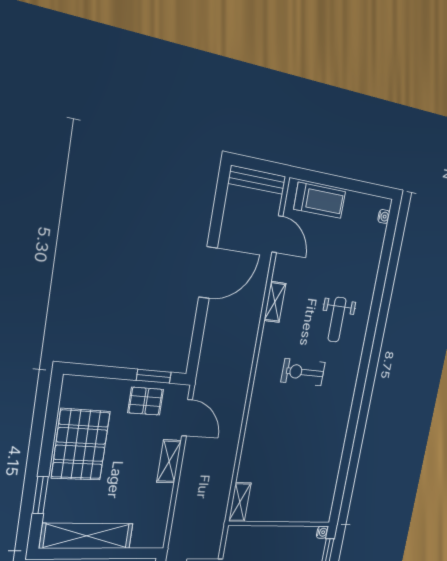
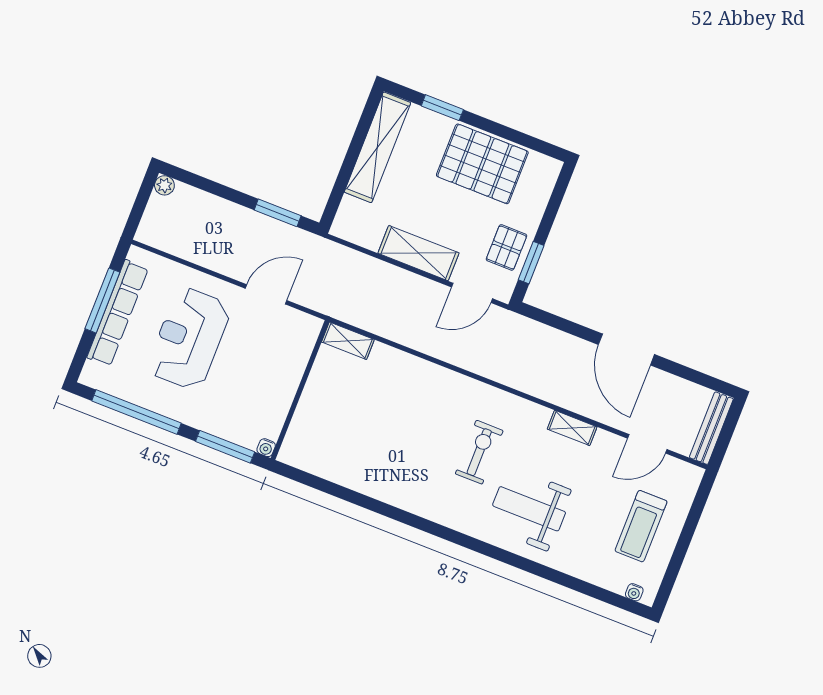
treadmill: (320, 200) -> (641, 526), moved
weight bench: (337, 320) -> (529, 509), width x1.36, depth x1.33
shelving: (169, 461) -> (418, 253), width x1.50, depth x1.33

